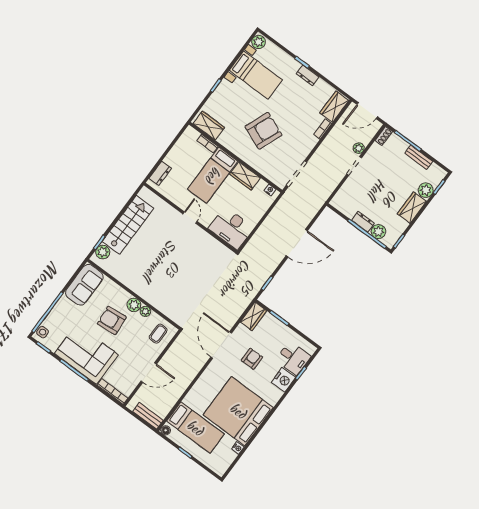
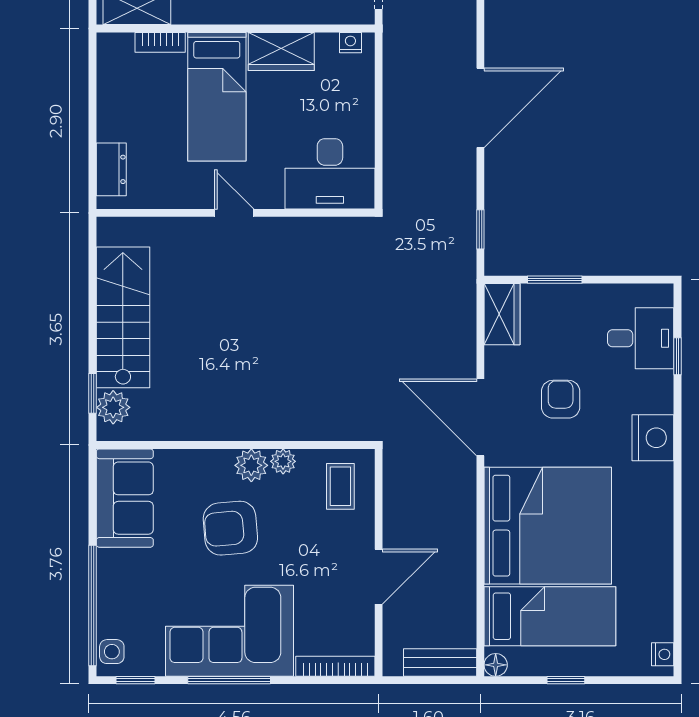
nightstand: (283, 380) -> (653, 438), moved
bed: (238, 411) -> (548, 526), moved, turned 180
nightstand: (238, 448) -> (663, 654), moved

